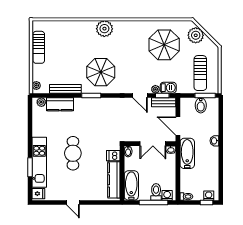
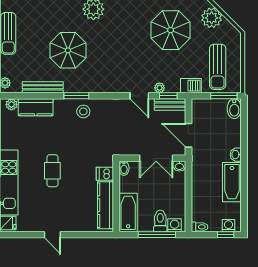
parasol: (101, 72) -> (68, 50), moved
barbecue: (168, 88) -> (191, 86), moved
bidet: (201, 105) -> (234, 109), moved
stool: (97, 108) -> (83, 111), added
cafe table: (73, 153) -> (52, 171), width x0.73, depth x0.74
bathtub: (187, 153) -> (232, 182), moved, turned 180

